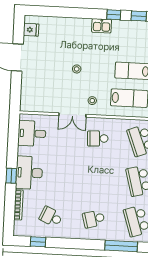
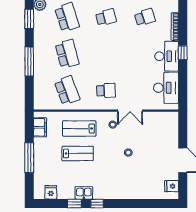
kitchen sink: (102, 26) -> (84, 193), moved
double door: (72, 115) -> (130, 111), swing flipped
desk: (32, 133) -> (166, 88), width x1.37
school desk: (51, 217) -> (145, 17), turned -42

